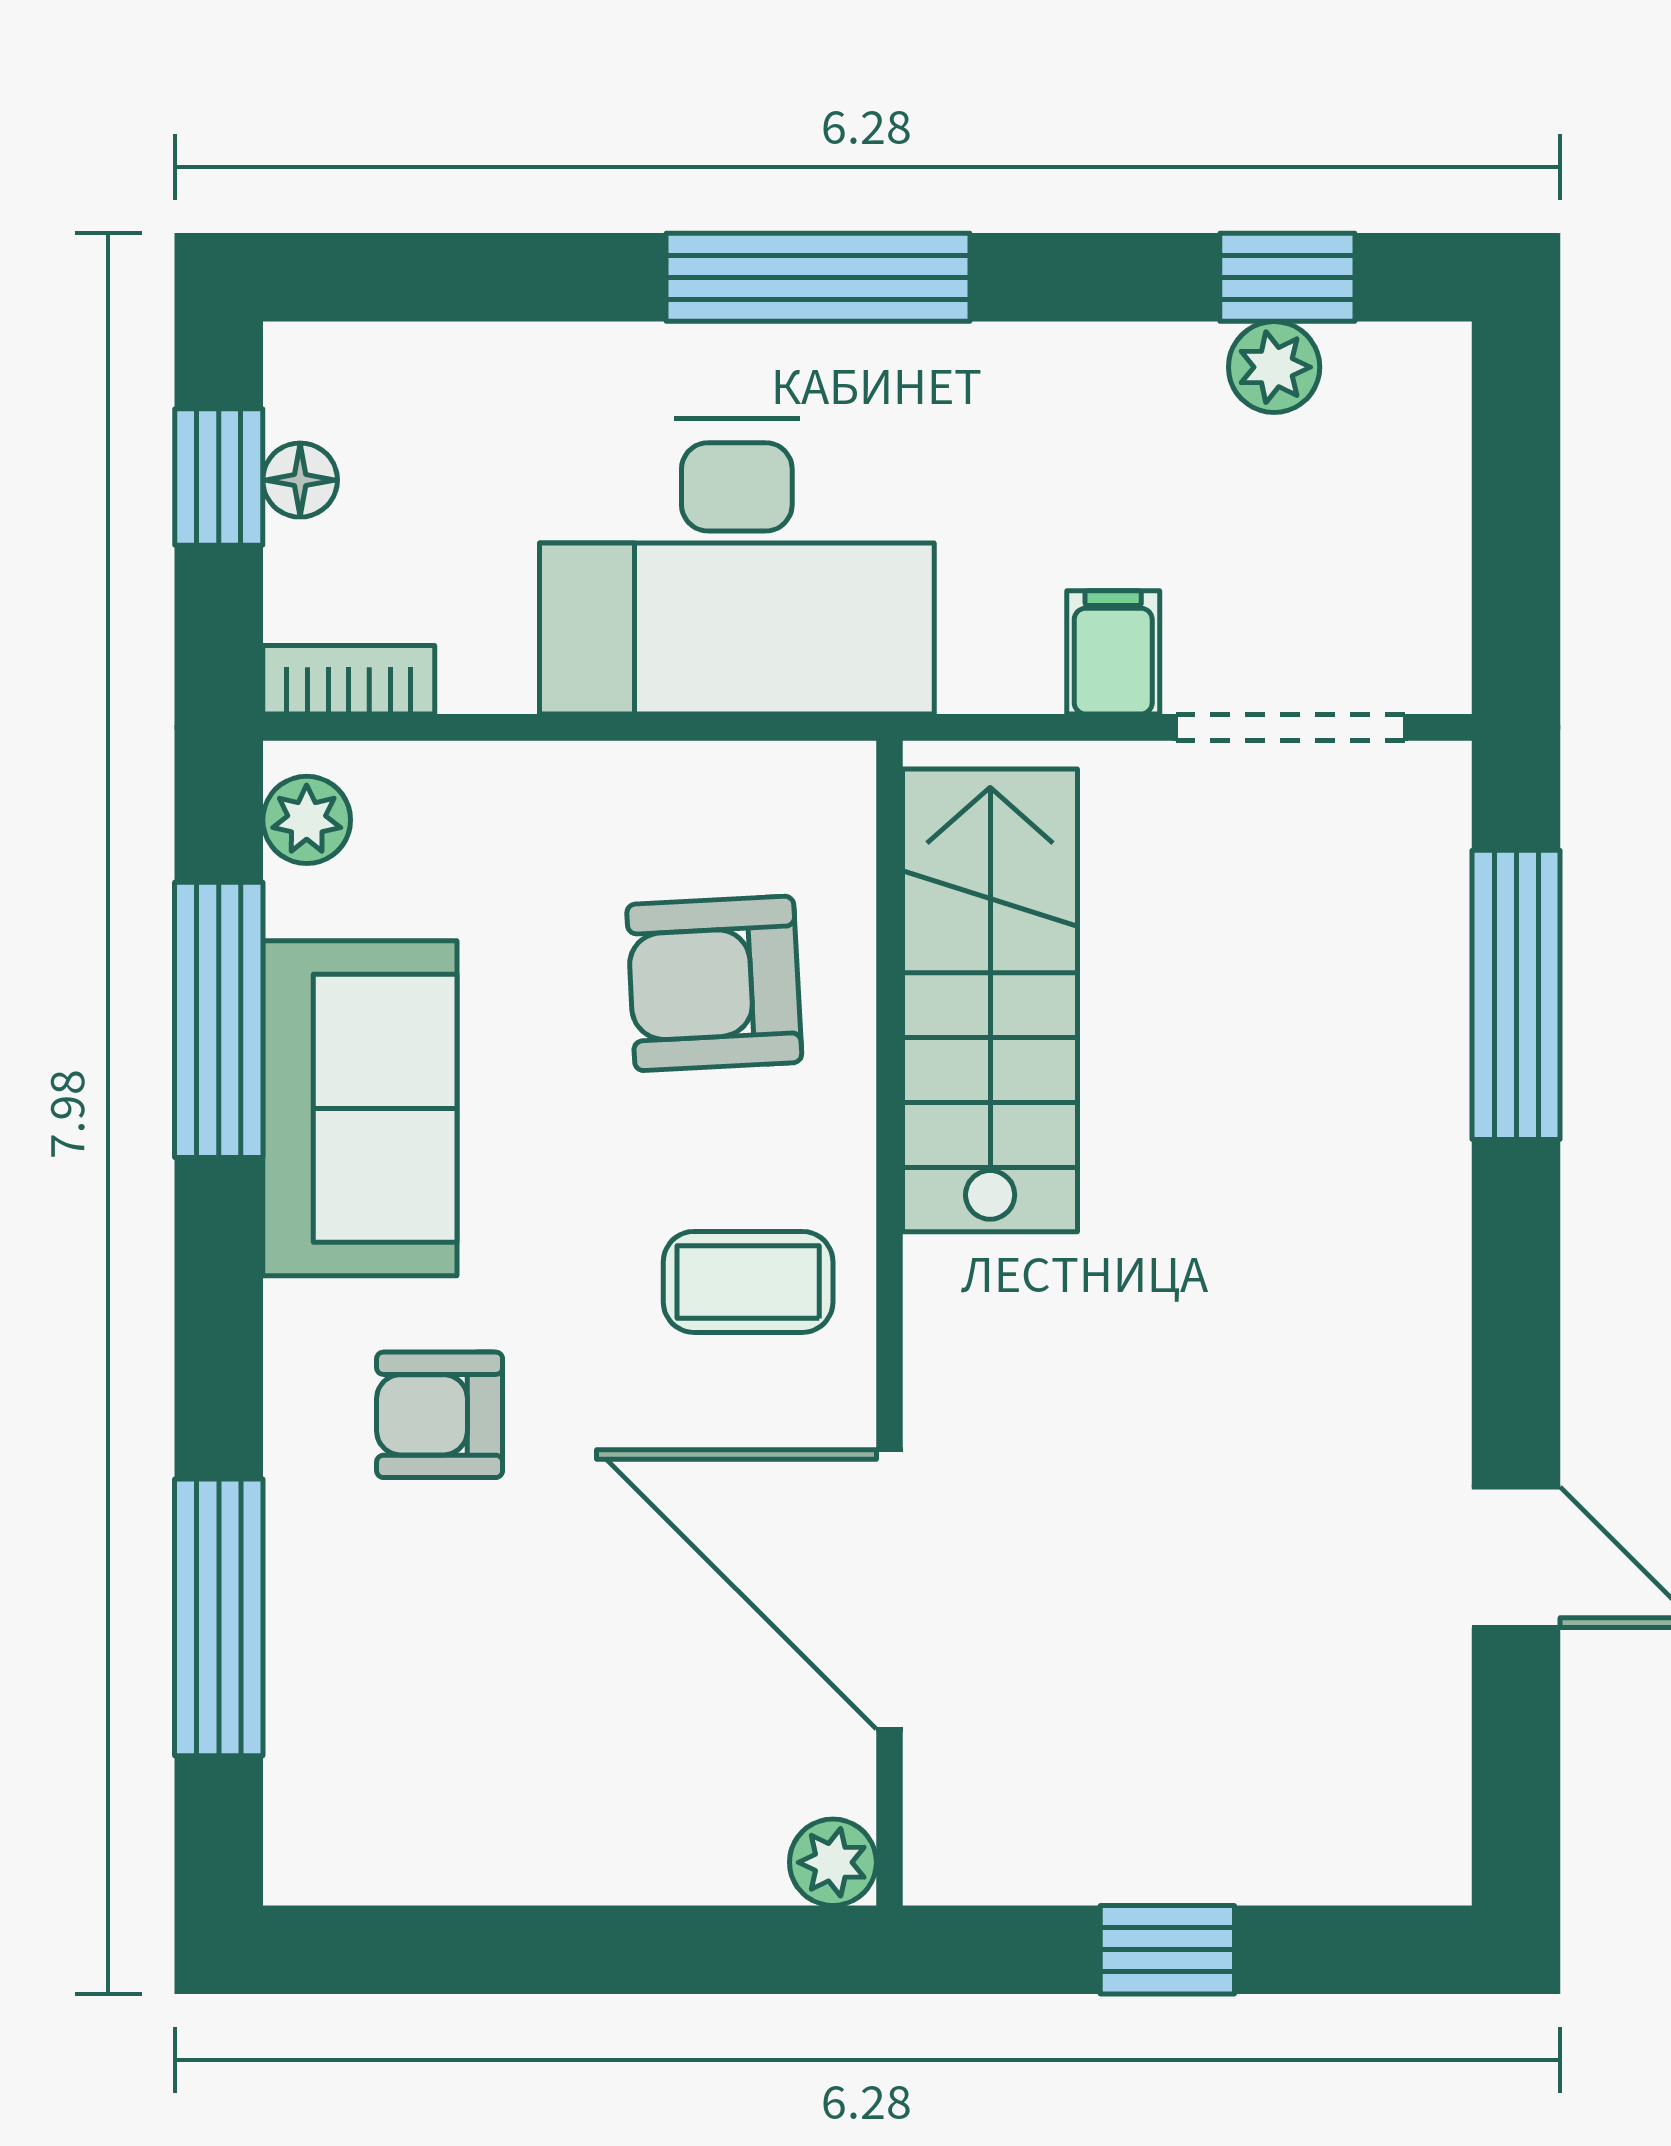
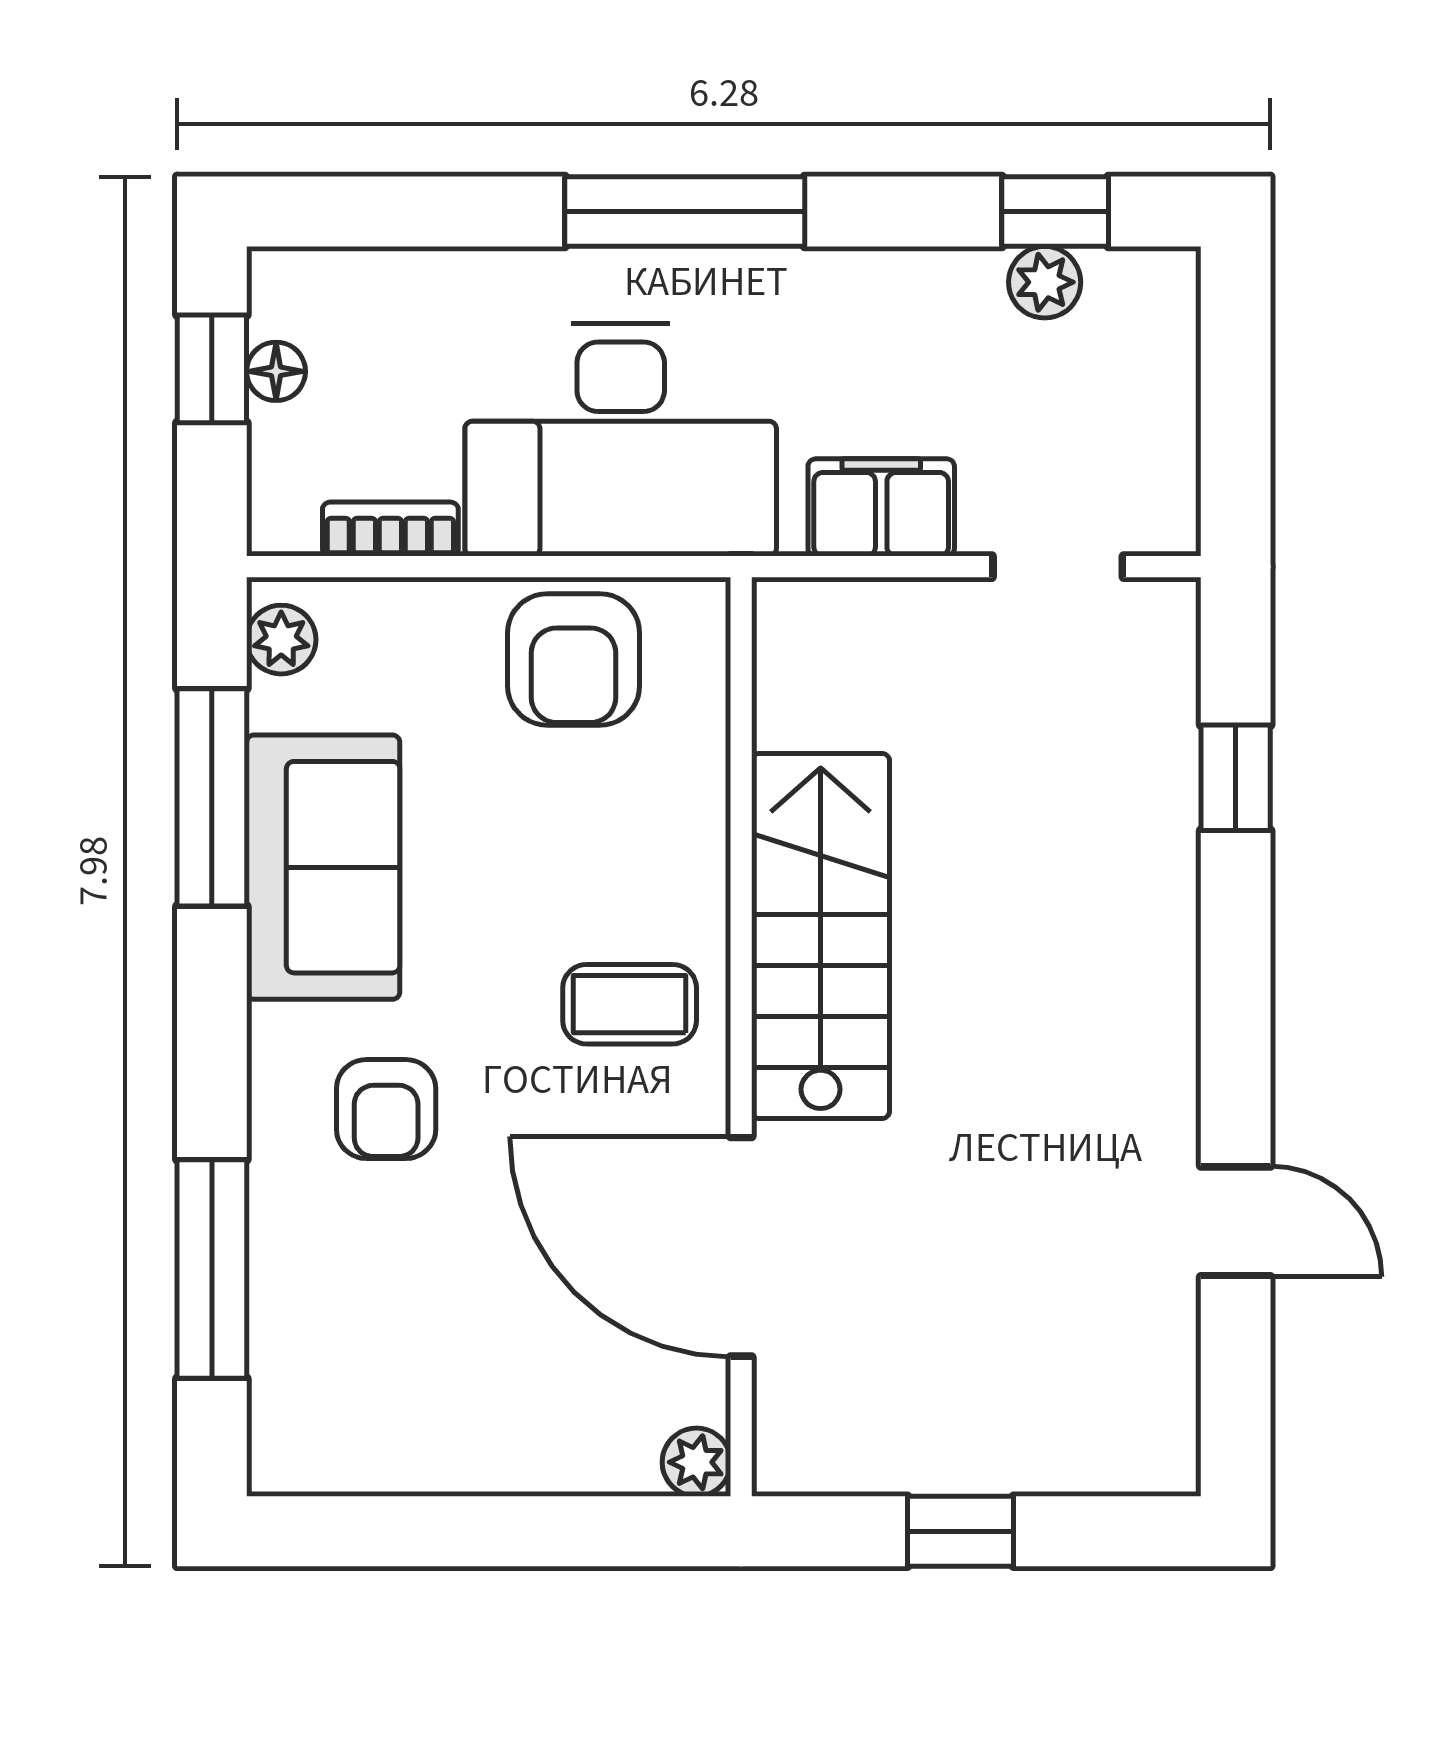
filing cabinet: (1113, 652) -> (881, 507), width x2.00
bookcase: (349, 680) -> (390, 529), moved
doorway: (1291, 727) -> (1058, 567), width x0.73
armchair: (714, 983) -> (574, 659), moved, turned -87
window: (1516, 995) -> (1236, 778), width x0.46
stairs: (990, 1000) -> (821, 936), moved
armchair: (440, 1415) -> (386, 1109), turned -90

